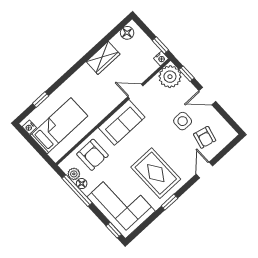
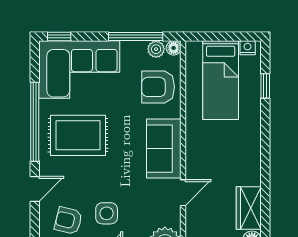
wardrobe: (103, 58) -> (249, 208), moved
door: (204, 170) -> (35, 189), hinge flipped
floor lamp: (82, 184) -> (174, 48), moved
window: (169, 202) -> (35, 122), width x3.17

